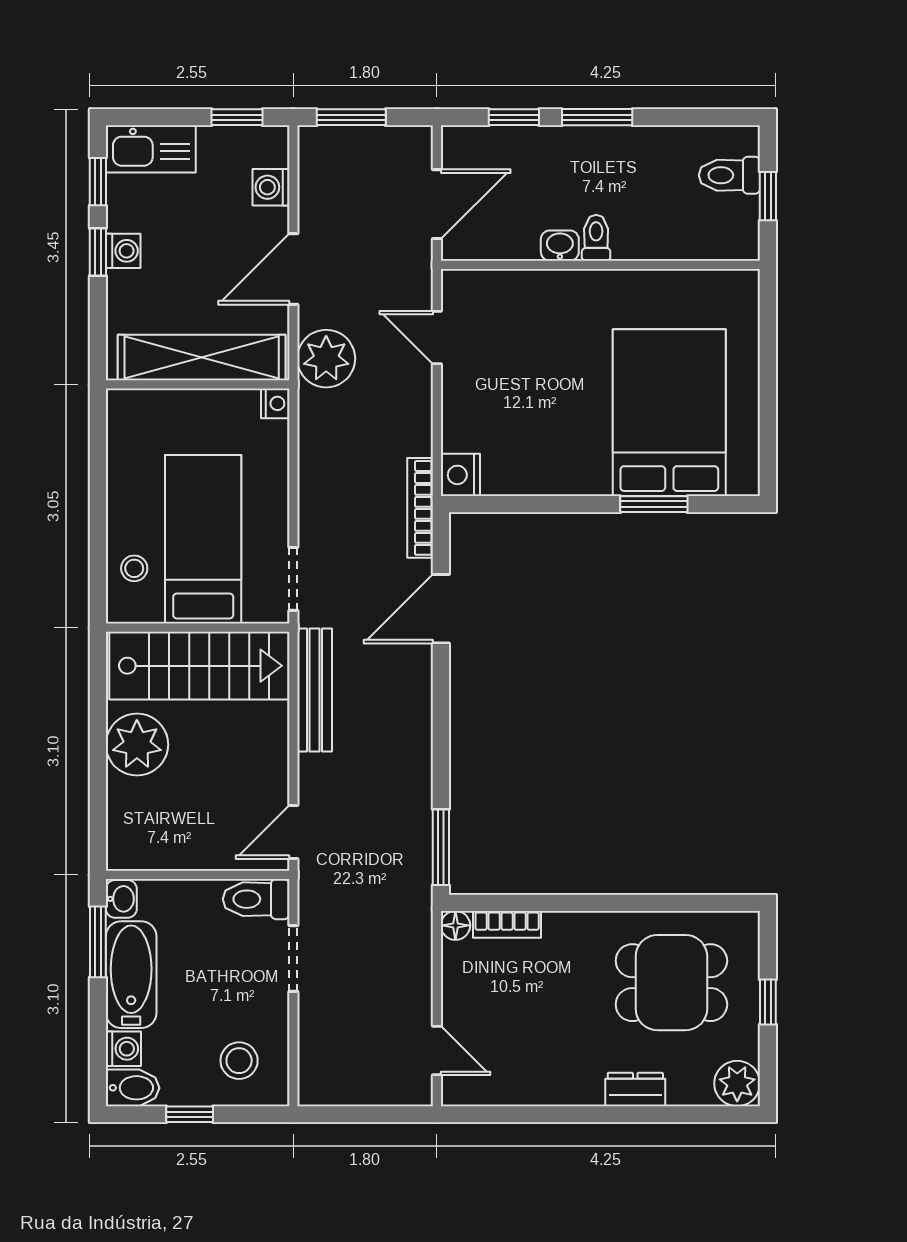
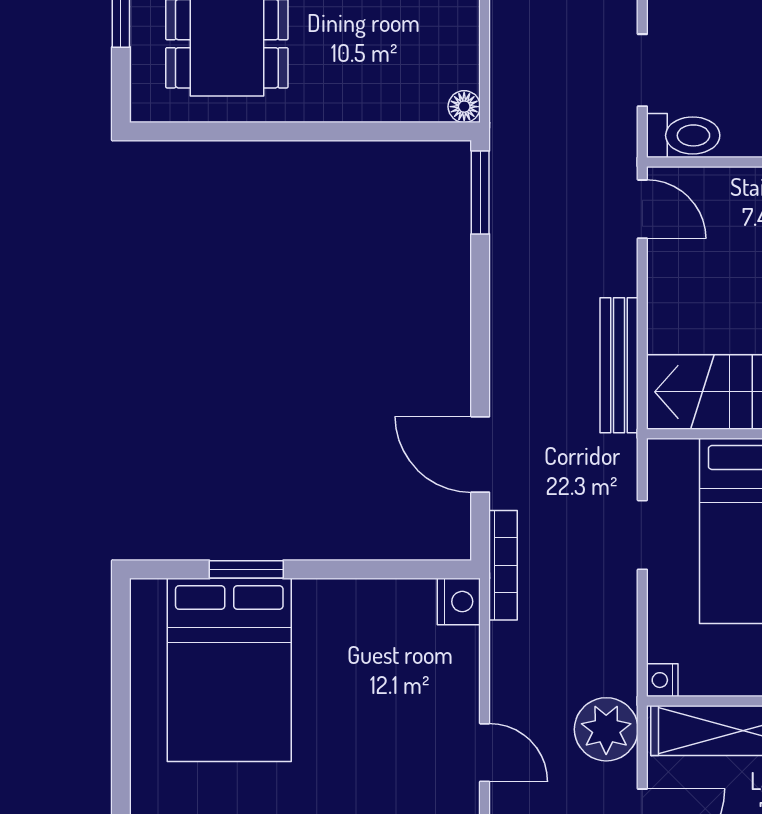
doorway: (293, 579) -> (642, 535), moved
door: (441, 609) -> (480, 454), swing flipped
door: (293, 832) -> (642, 209), hinge flipped
bookcase: (507, 924) -> (408, 108), removed

